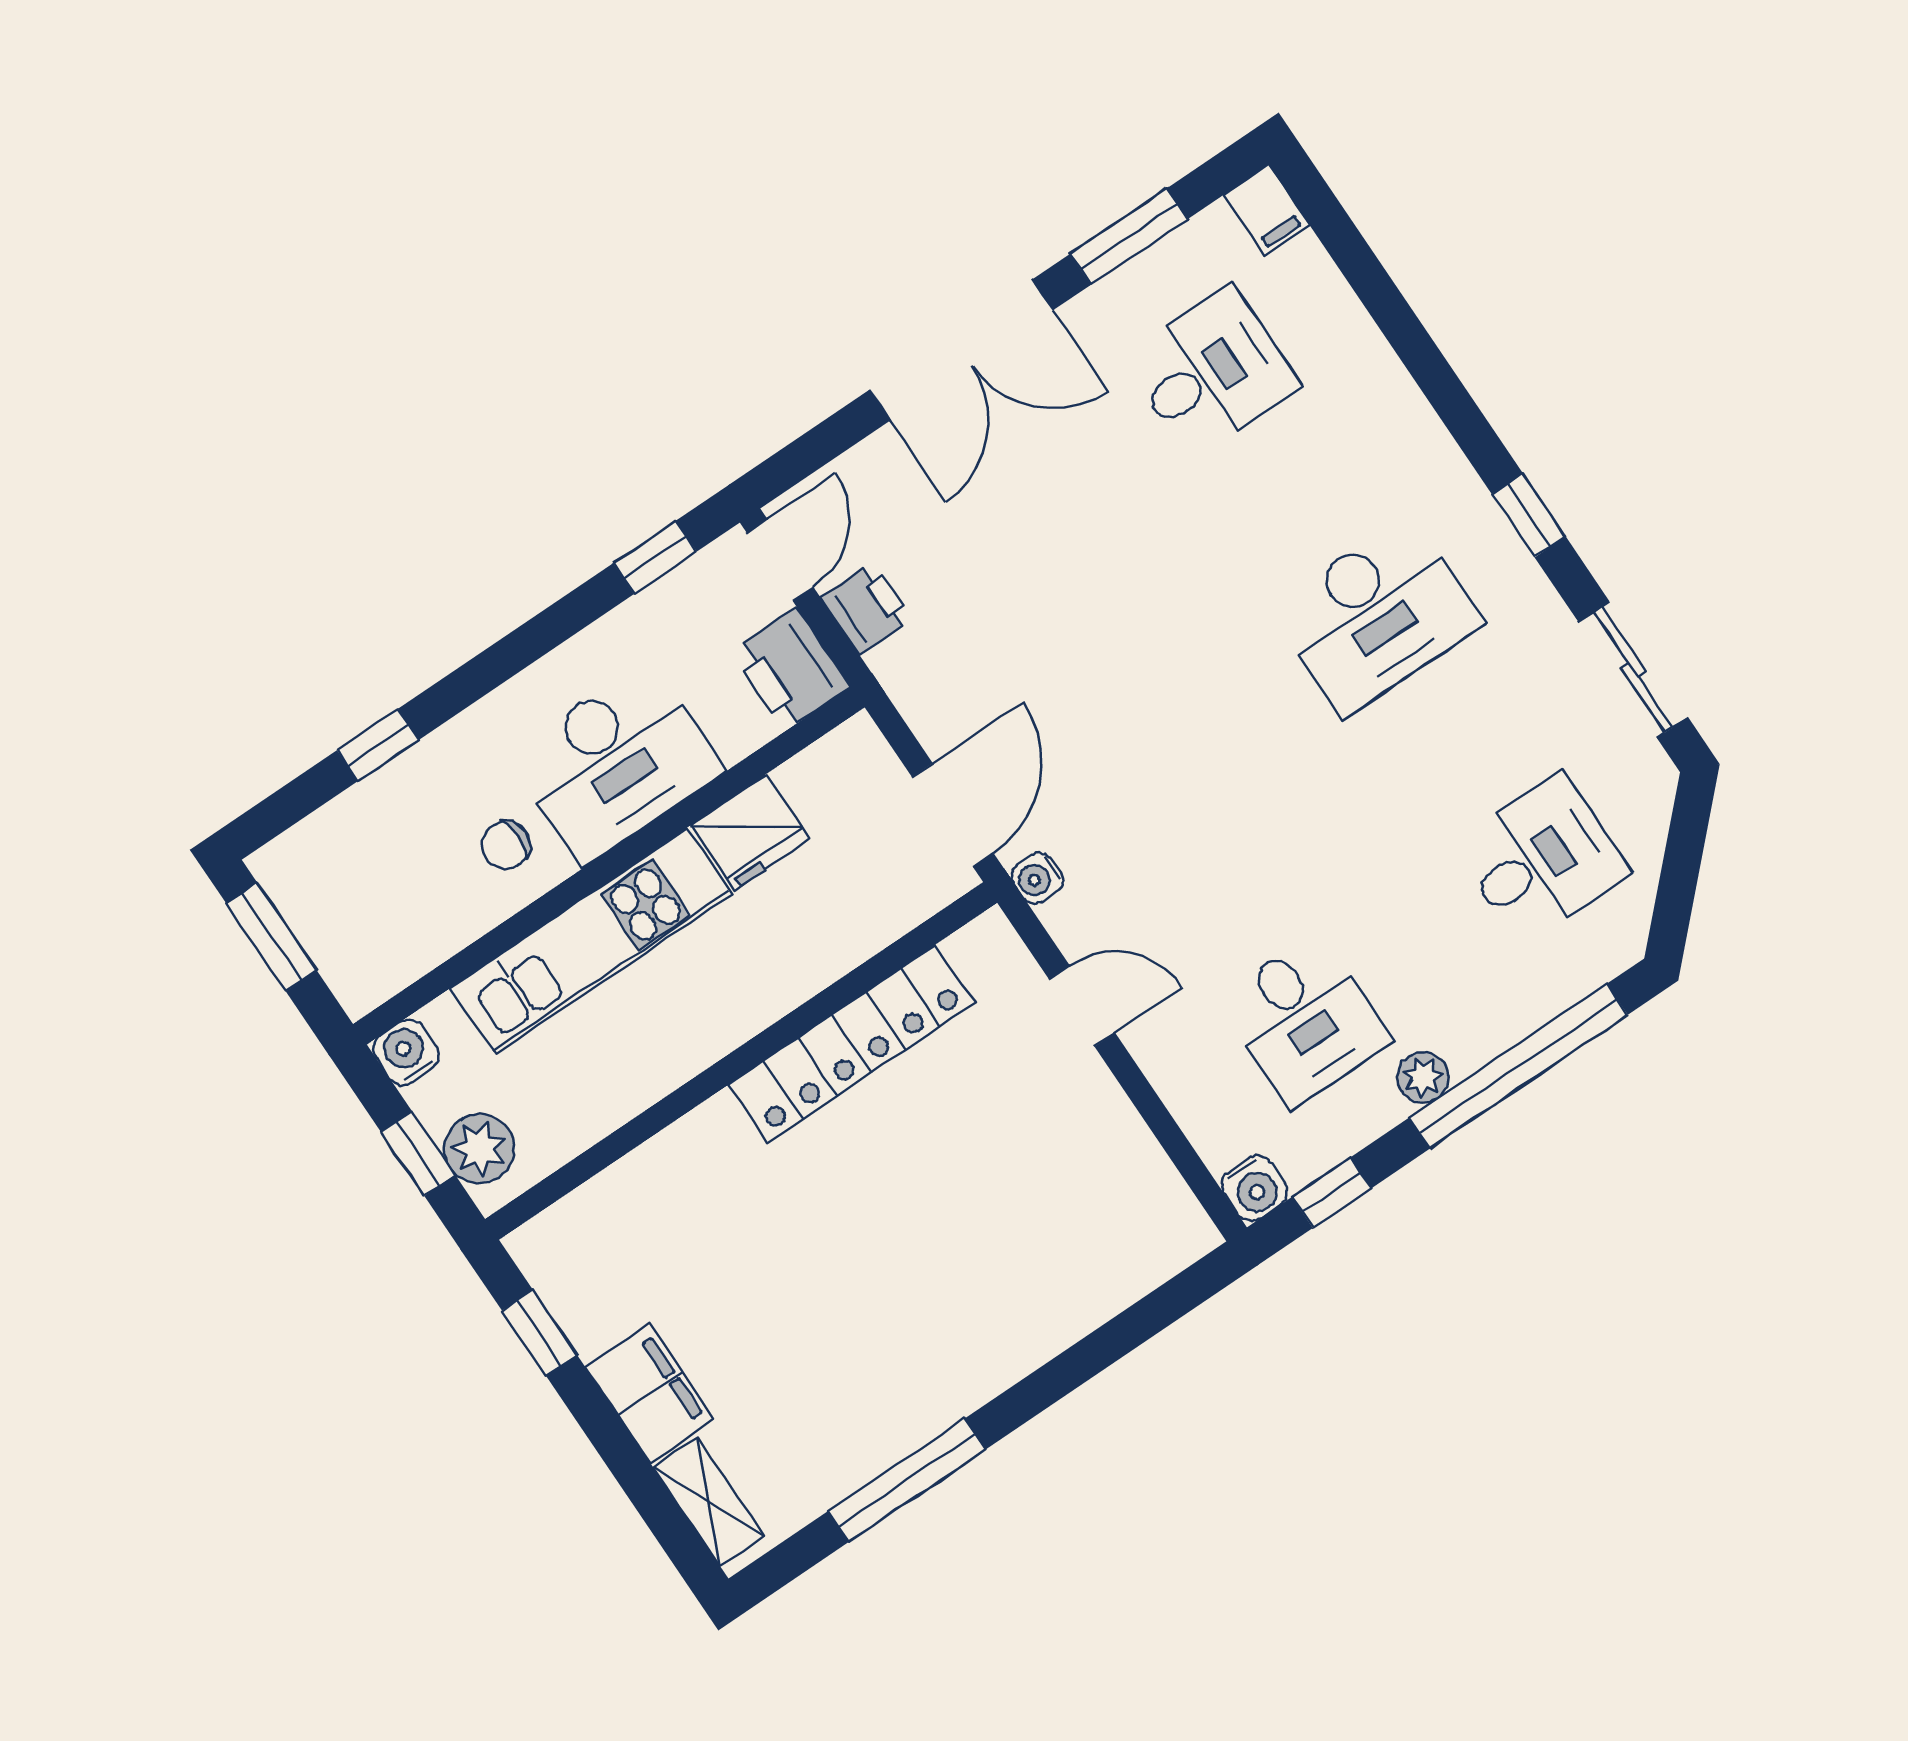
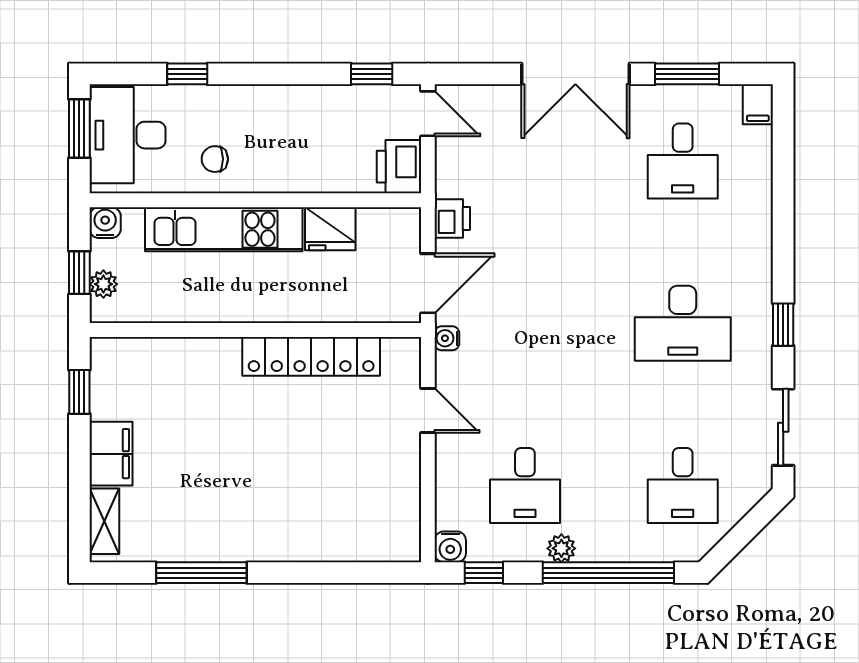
desk: (1211, 372) -> (683, 161), turned 90
door: (780, 560) -> (428, 114), hinge flipped
printer: (866, 608) -> (452, 219), moved
desk: (616, 763) -> (127, 135), moved, turned 90
desk: (1541, 859) -> (683, 485), turned 90
plant: (479, 1149) -> (103, 284), width x0.73, depth x0.73

